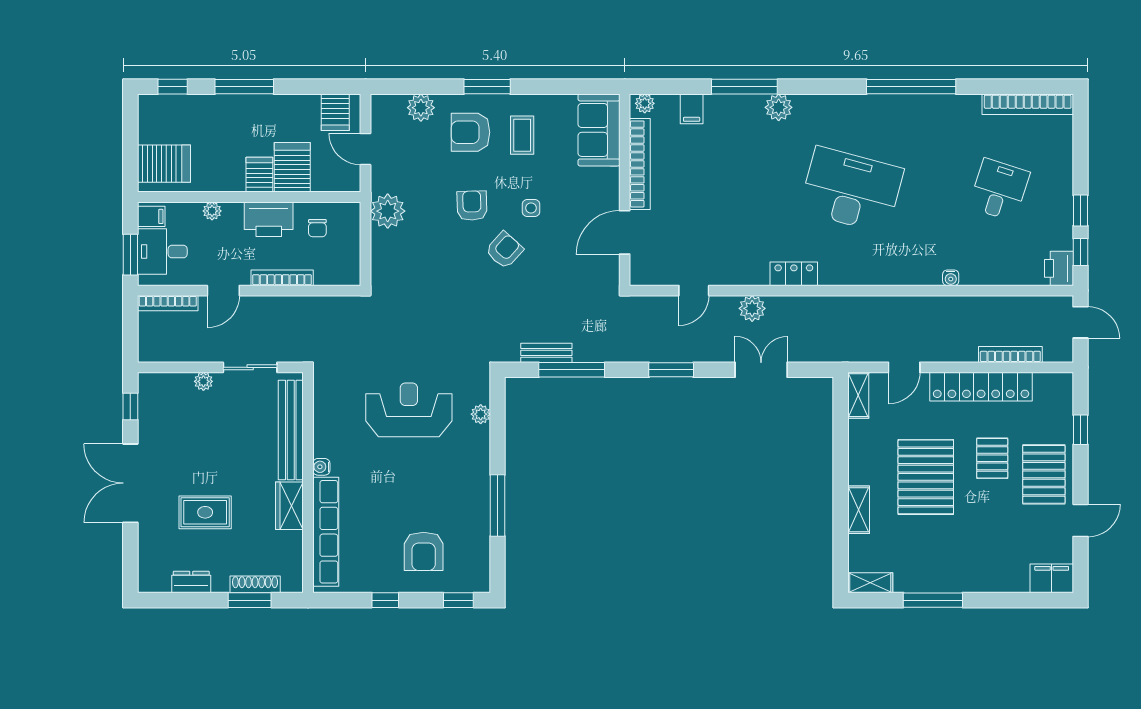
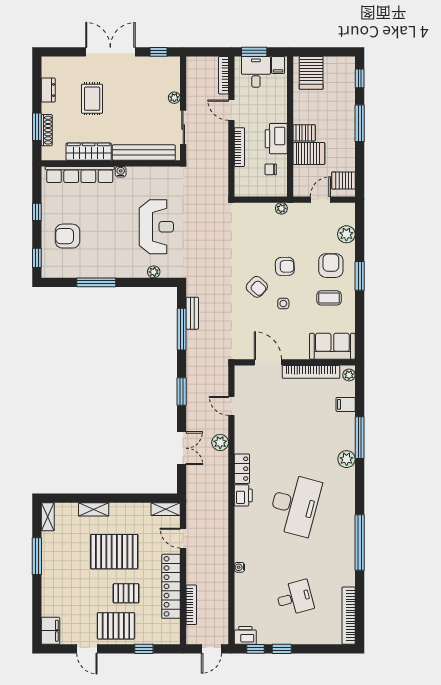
desk: (999, 190) -> (295, 598), turned -33
plant: (212, 211) -> (281, 103), removed
plant: (388, 211) -> (281, 208), width x0.53, depth x0.53
printer: (836, 272) -> (243, 495), added
wardrobe: (289, 506) -> (89, 152), width x1.50

